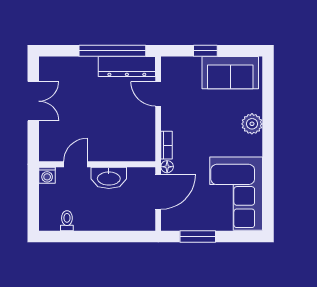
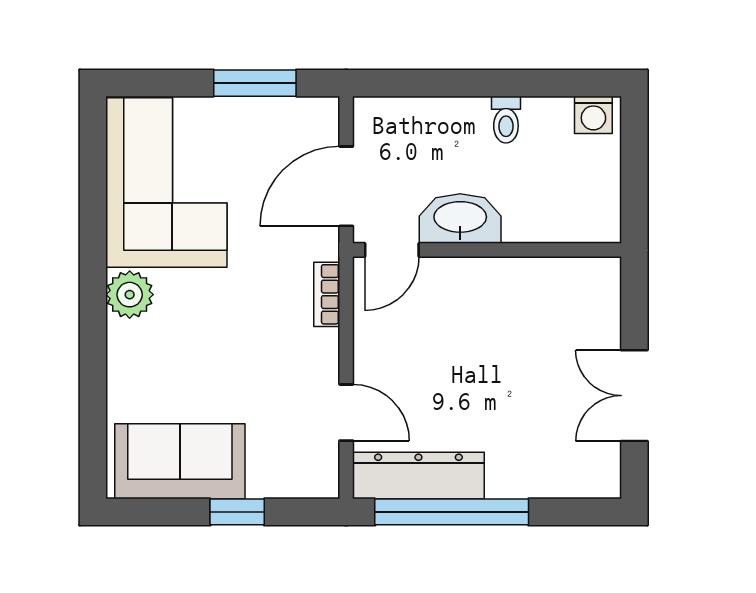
plant: (252, 124) -> (130, 295), moved
door: (75, 164) -> (392, 250), moved
floor lamp: (167, 167) -> (326, 244), removed
washing machine: (47, 175) -> (593, 115), moved, turned 180
toilet: (67, 221) -> (506, 120), moved

